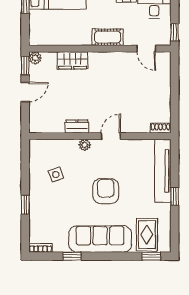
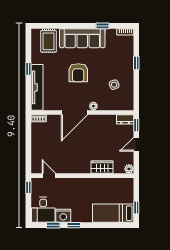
cot: (108, 37) -> (77, 184), removed
window: (25, 65) -> (136, 125), moved
dresser: (77, 127) -> (125, 119), moved
door: (111, 136) -> (74, 112), width x1.87
window: (151, 256) -> (45, 26), removed

